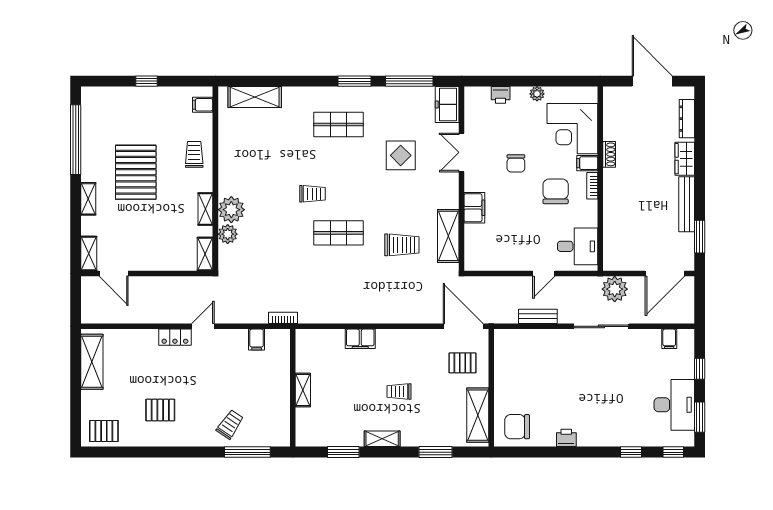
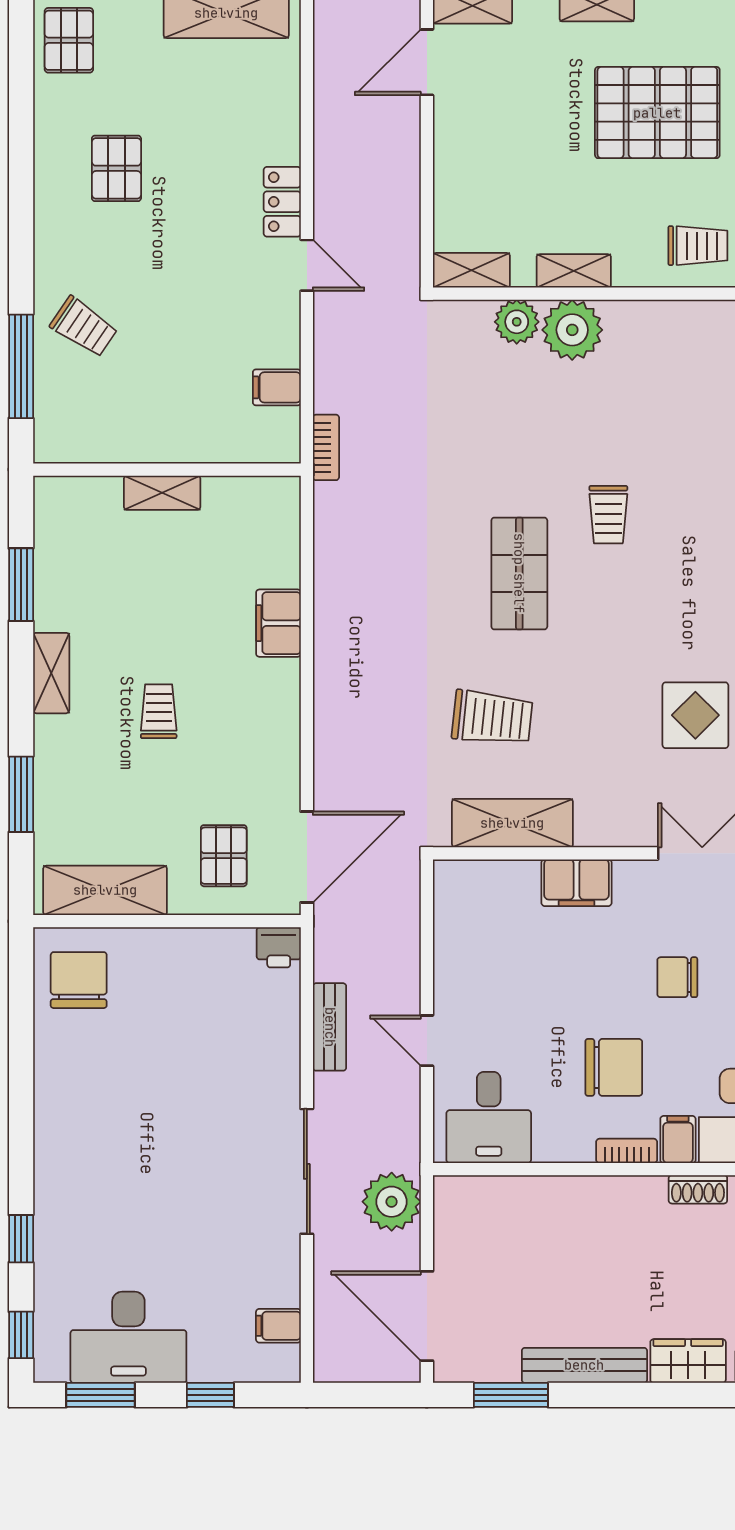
trolley: (402, 245) -> (492, 718), turned -84
printer: (566, 438) -> (279, 947), moved, turned 90

